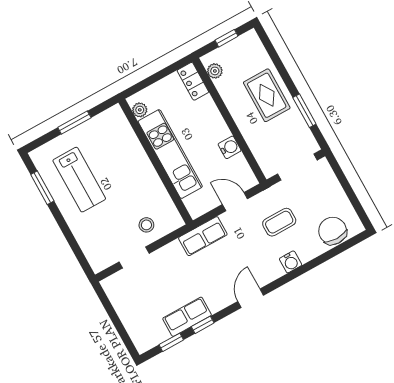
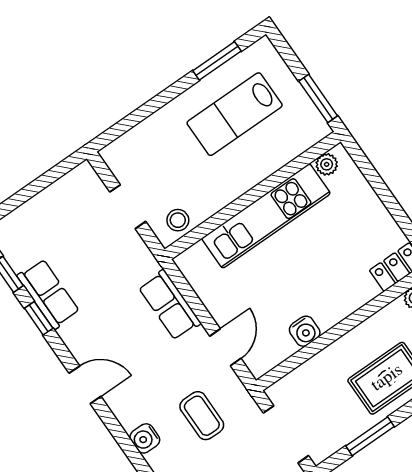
plant: (140, 110) -> (327, 164), moved
kitchen unit: (170, 154) -> (266, 216), moved
wall: (156, 162) -> (253, 195), moved

